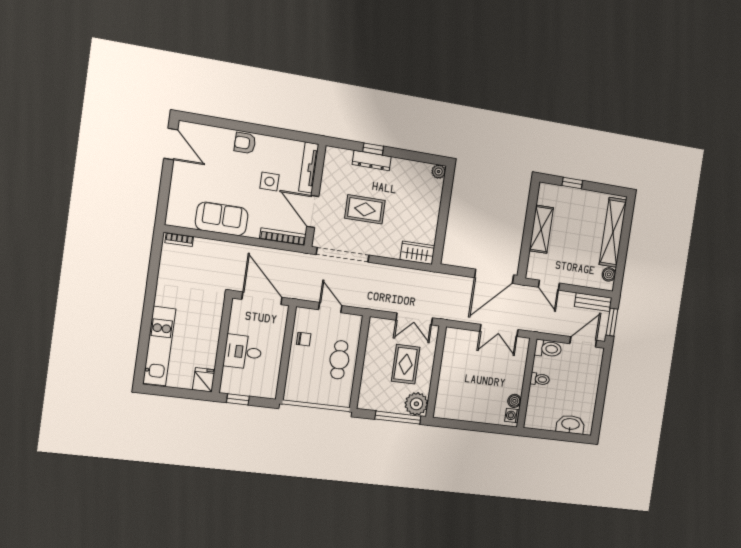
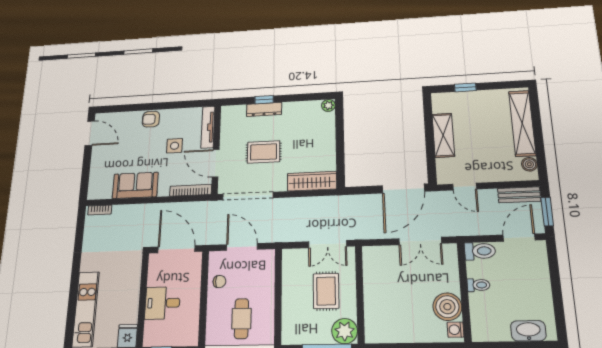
wardrobe: (417, 253) -> (312, 181), width x1.50
door: (330, 308) -> (242, 247), width x1.38
cafe table: (339, 360) -> (241, 319), moved
boiler: (514, 401) -> (447, 307), width x1.86, depth x1.86

